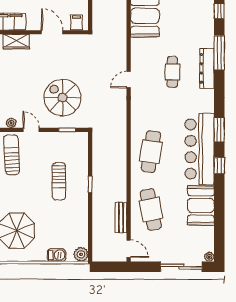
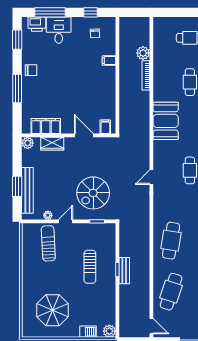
spiral stairs: (63, 98) -> (93, 193), turned -90
door: (31, 130) -> (65, 221), hinge flipped
cafe table: (151, 210) -> (171, 292), turned 30
bench: (121, 217) -> (124, 271), moved

